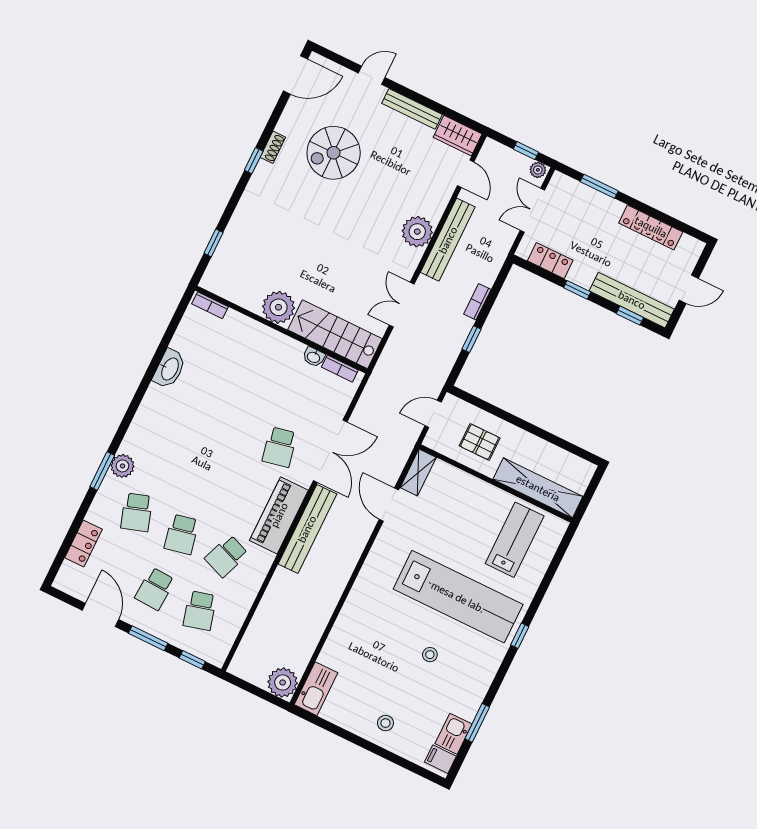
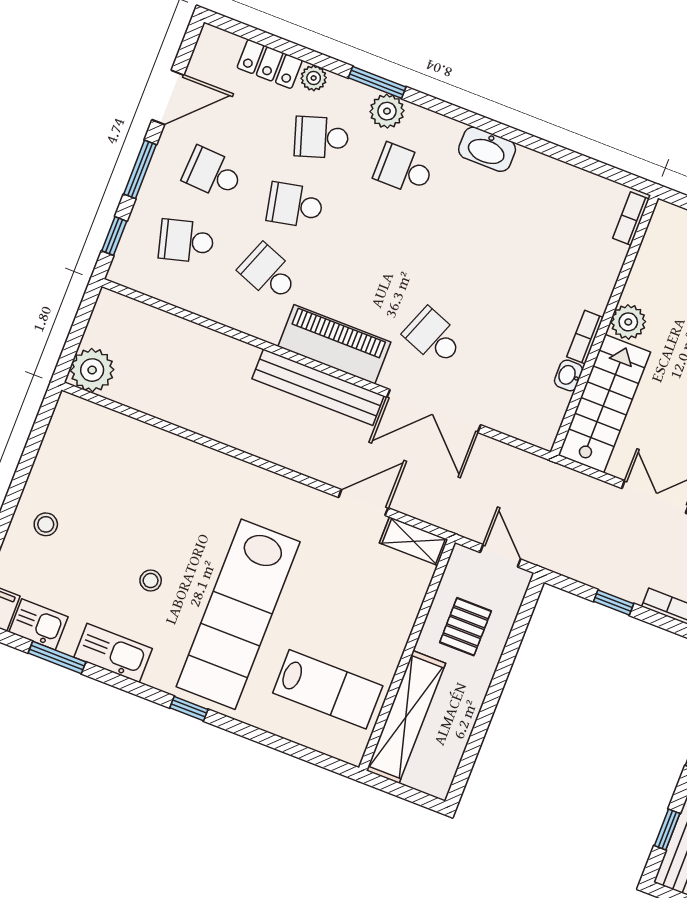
plant: (279, 307) -> (628, 322), width x0.73, depth x0.73
washbasin: (169, 369) -> (487, 149), moved
bookcase: (340, 369) -> (585, 337), moved
school desk: (280, 447) -> (434, 337), turned 33
school desk: (163, 458) -> (404, 169), added
plant: (96, 514) -> (314, 78), added
kitchen sink: (316, 689) -> (113, 653), moved, turned 180

